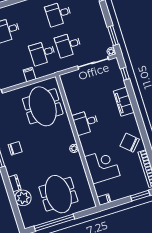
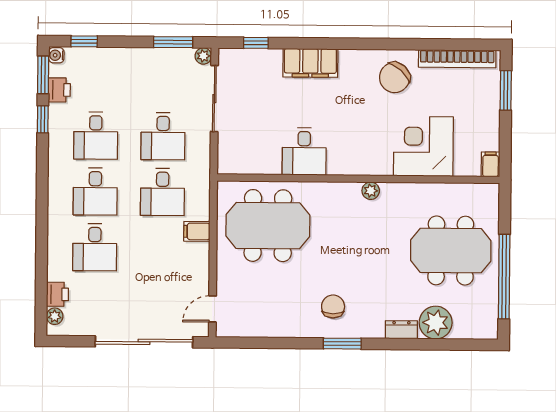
desk: (33, 22) -> (95, 191), added
desk: (85, 122) -> (304, 151), moved

